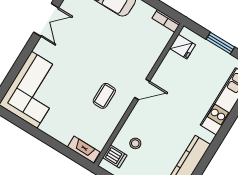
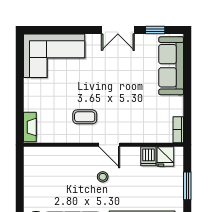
stool: (135, 143) -> (103, 177), moved
dishwasher: (115, 156) -> (148, 156), moved

